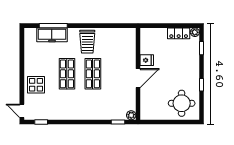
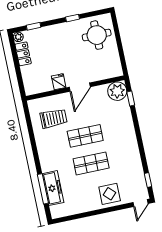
trolley: (87, 42) -> (54, 118), moved
door: (138, 78) -> (80, 87), swing flipped
plant: (131, 115) -> (117, 91), width x1.87, depth x1.87

